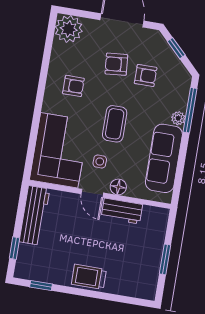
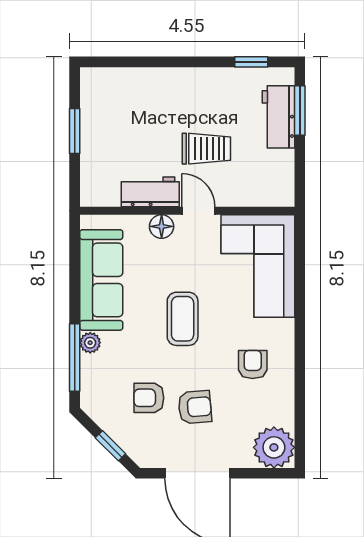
armchair: (73, 86) -> (253, 365), turned 90
side table: (100, 162) -> (195, 259), removed
workbench: (34, 215) -> (278, 117), moved, width x0.73
window: (14, 248) -> (300, 110), width x1.50
trolley: (89, 277) -> (206, 149), moved

